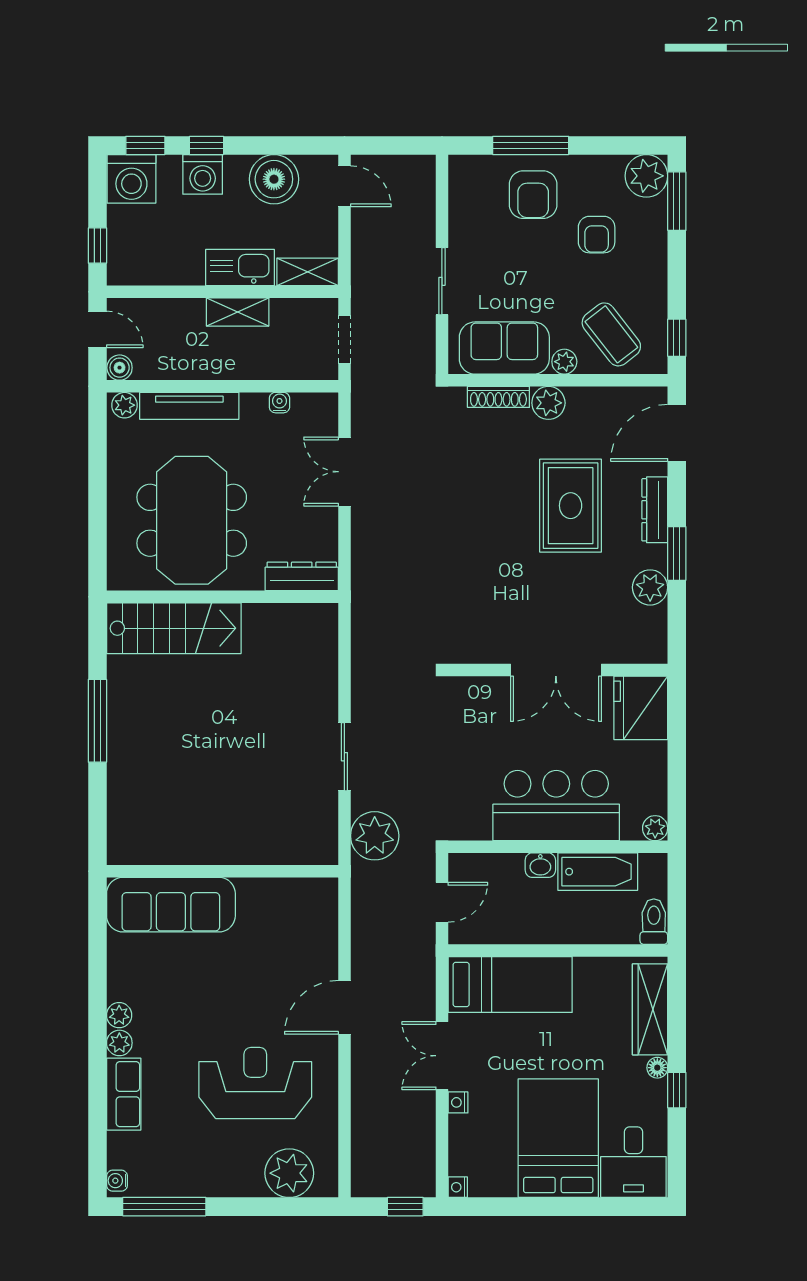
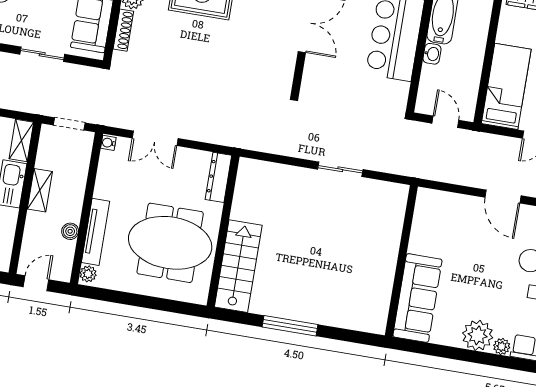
boiler: (120, 368) -> (70, 231), moved
water cooler: (279, 403) -> (108, 143), moved
plant: (375, 836) -> (395, 158), removed
plant: (119, 1015) -> (478, 335), width x1.88, depth x1.88

